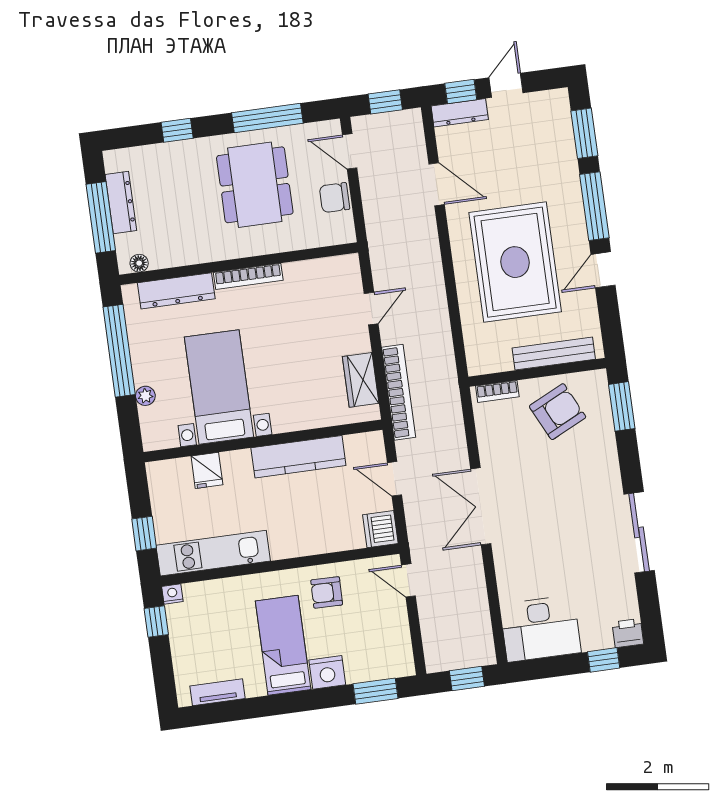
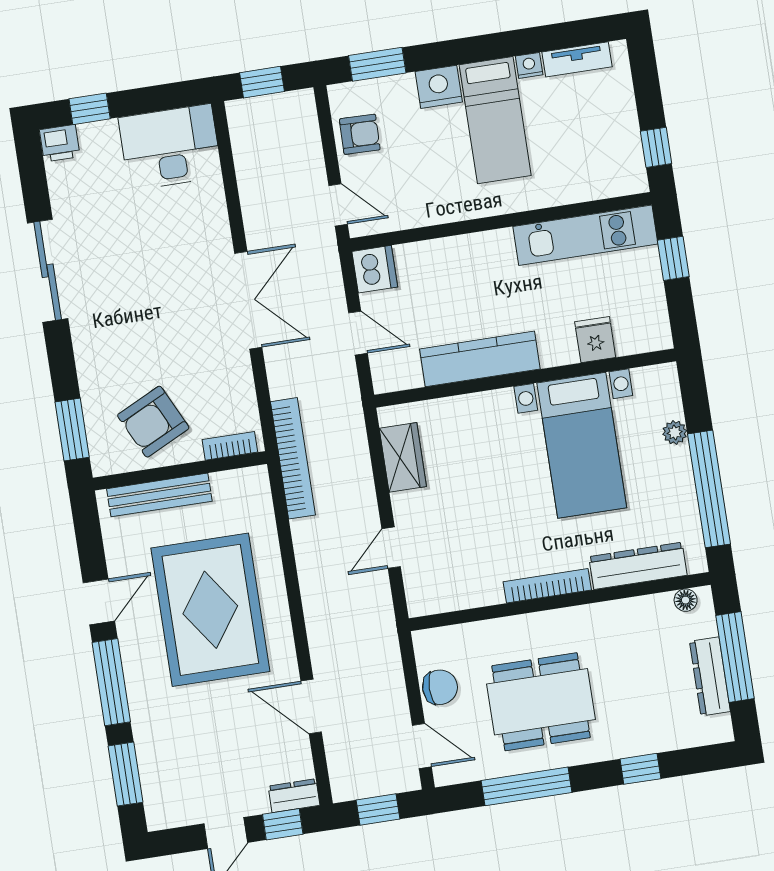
dresser: (460, 113) -> (294, 796), width x0.70
dining table: (255, 185) -> (541, 702), turned 90
bookcase: (399, 392) -> (293, 458), moved, turned 180
armchair: (327, 592) -> (360, 134), moved
nightstand: (172, 594) -> (529, 65), moved, turned 180

